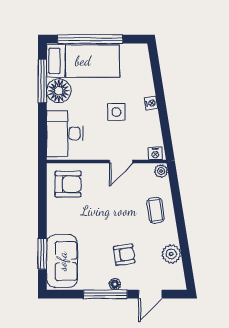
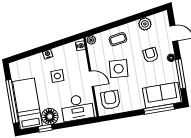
window: (42, 81) -> (45, 128), width x0.46
door: (121, 161) -> (91, 79), moved
side table: (112, 204) -> (119, 69), added
window: (42, 254) -> (159, 109), width x1.44
window: (105, 294) -> (181, 74), moved

